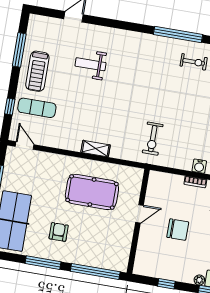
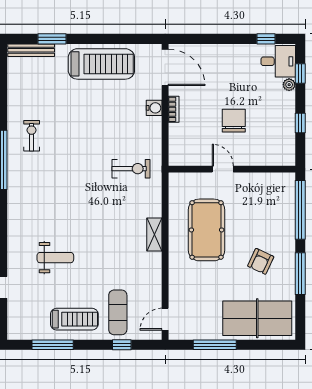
weight bench: (90, 64) -> (55, 258), turned -90
armchair: (59, 232) -> (261, 261), turned -65

